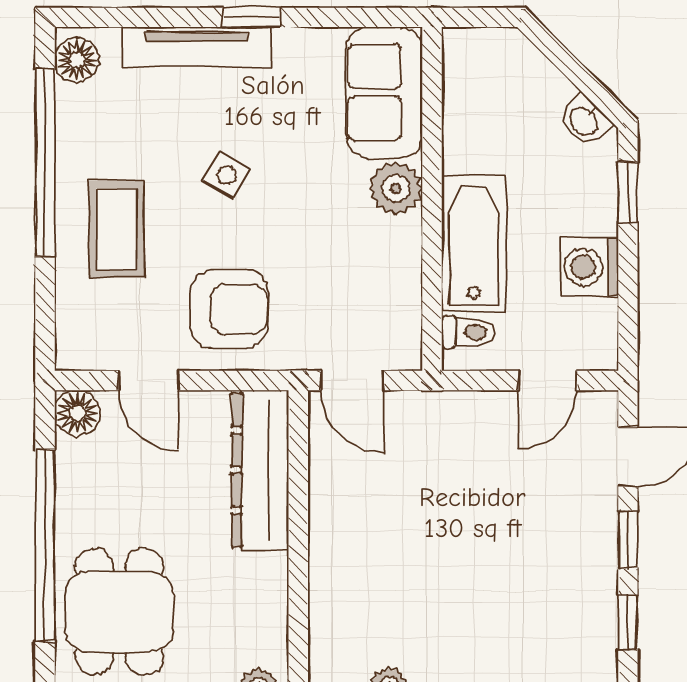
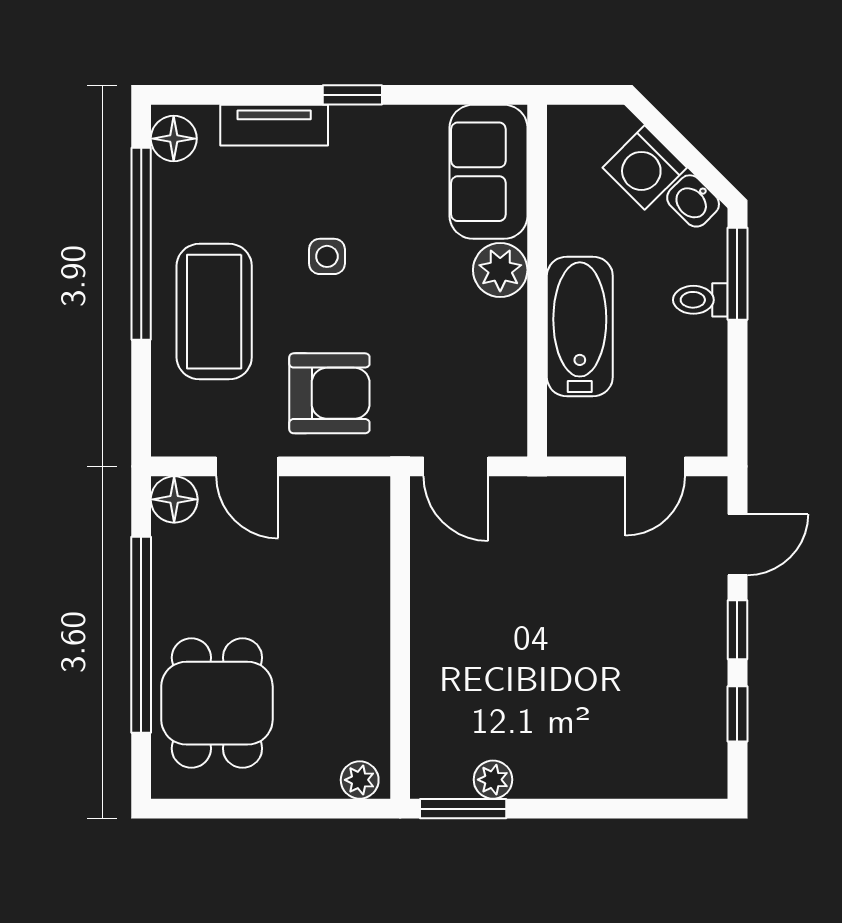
tv unit: (196, 47) -> (274, 125), width x0.71
side table: (227, 175) -> (327, 256), turned -31
window: (628, 192) -> (737, 274), width x1.50
coffee table: (116, 229) -> (214, 312), width x1.36, depth x1.32
washing machine: (589, 267) -> (645, 168), moved, turned -45
toilet: (468, 332) -> (700, 300), moved, turned 180
dresser: (260, 470) -> (361, 558), removed

